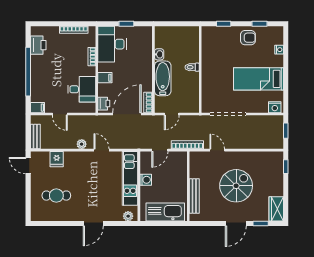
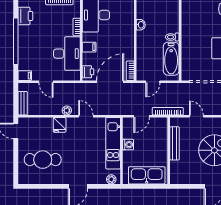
bathtub: (163, 78) -> (171, 59), moved, turned 180
desk: (82, 89) -> (67, 54), width x1.37
fridge: (57, 159) -> (60, 125), moved
cafe table: (56, 196) -> (43, 160), width x1.37, depth x1.35
bench: (194, 196) -> (174, 143), moved

